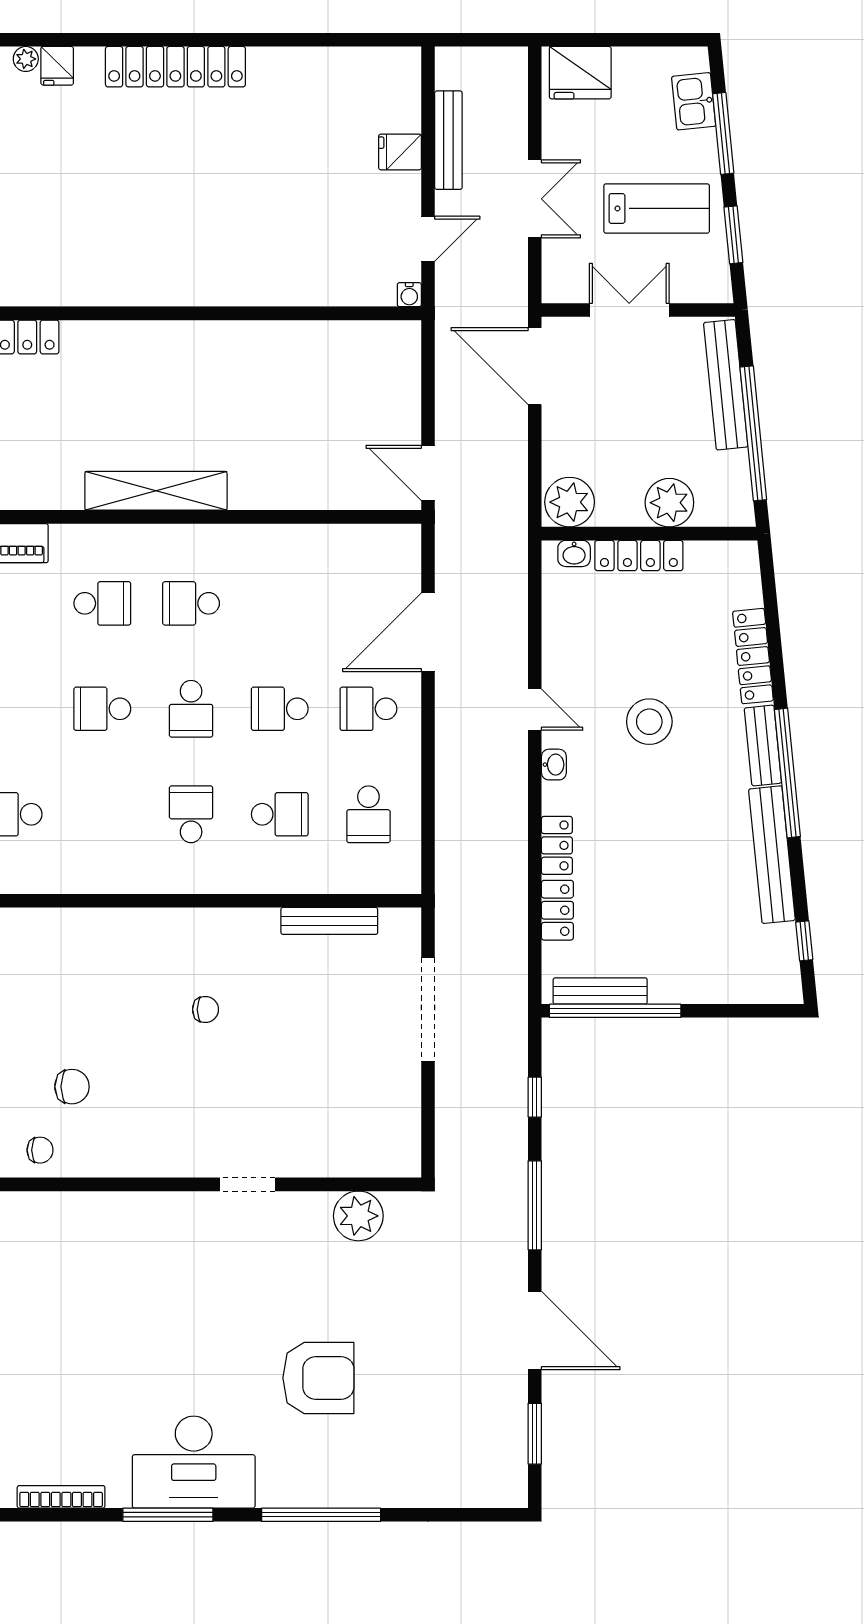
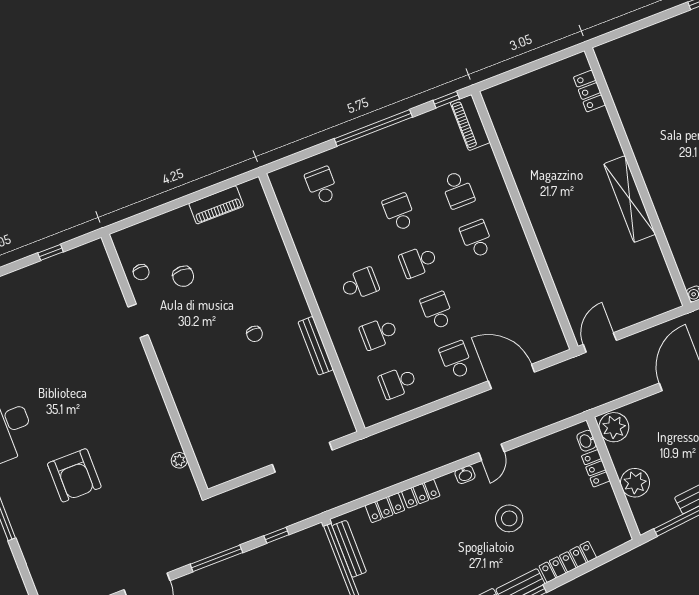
shelving: (156, 491) -> (630, 199), moved
locker: (639, 555) -> (596, 468), width x0.66
school desk: (280, 814) -> (379, 333), turned 90
bench: (329, 921) -> (316, 346), moved
doorway: (248, 1184) -> (138, 321), moved
plant: (358, 1216) -> (179, 460), width x0.53, depth x0.53

